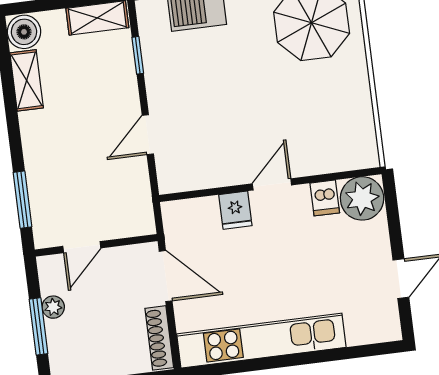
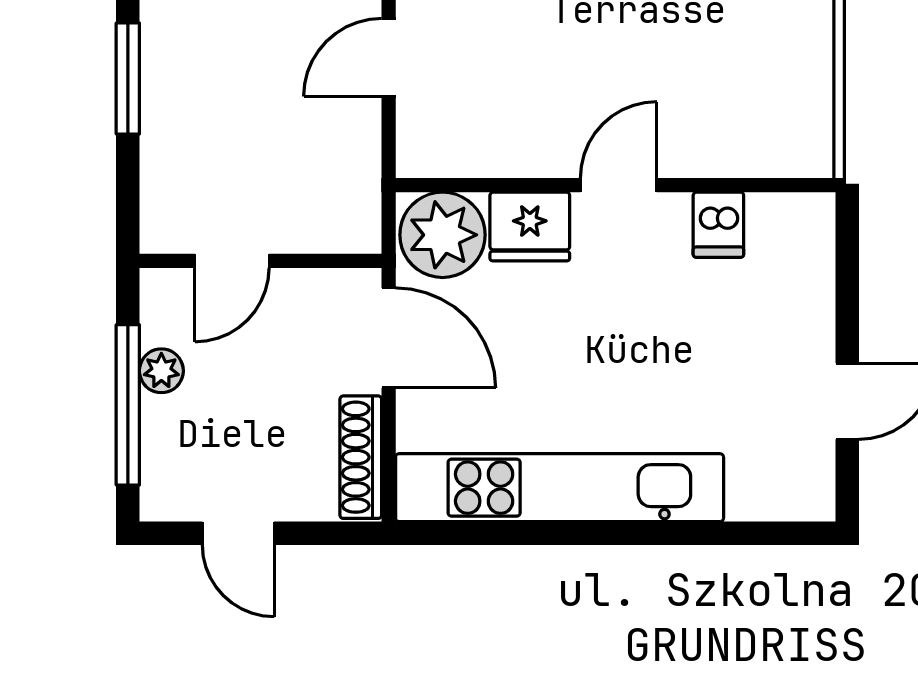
plant: (362, 198) -> (443, 235), moved
window: (22, 200) -> (128, 78), moved
fridge: (235, 210) -> (530, 226), width x1.38
window: (38, 326) -> (128, 405), width x1.44

